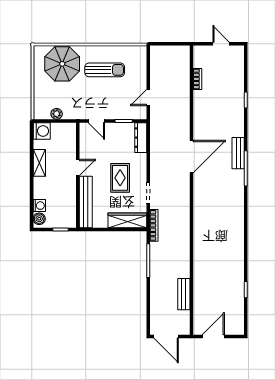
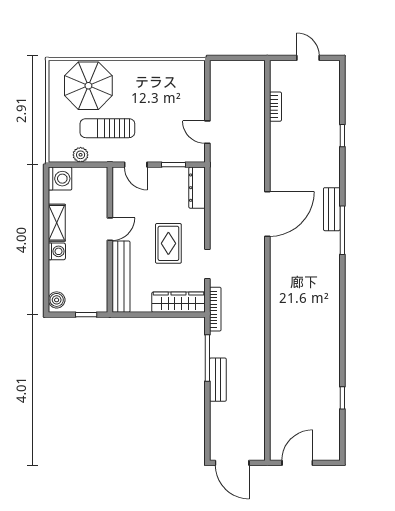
sun lounger: (105, 70) -> (107, 128), moved, turned 180
door: (148, 98) -> (207, 132), hinge flipped
washing machine: (39, 206) -> (57, 251), moved
bench: (184, 294) -> (218, 380), moved

